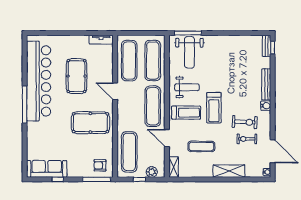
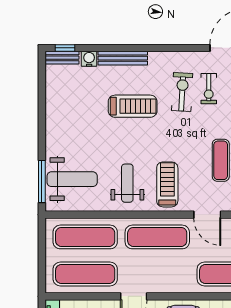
water cooler: (266, 106) -> (89, 59), moved
treadmill: (214, 108) -> (133, 106), moved
door: (167, 138) -> (207, 215), hinge flipped

